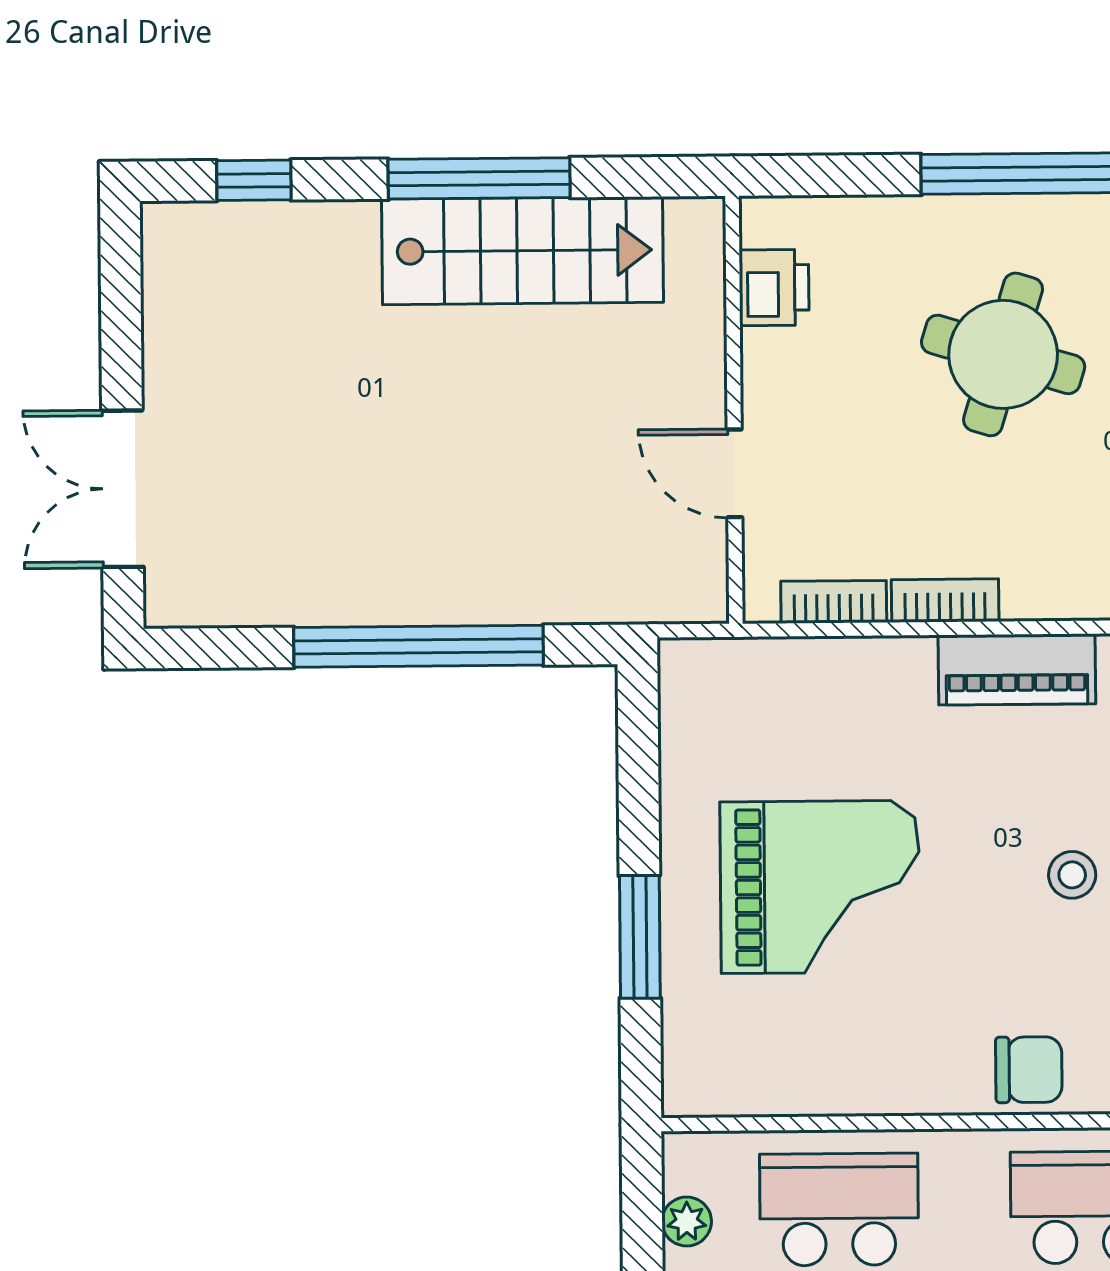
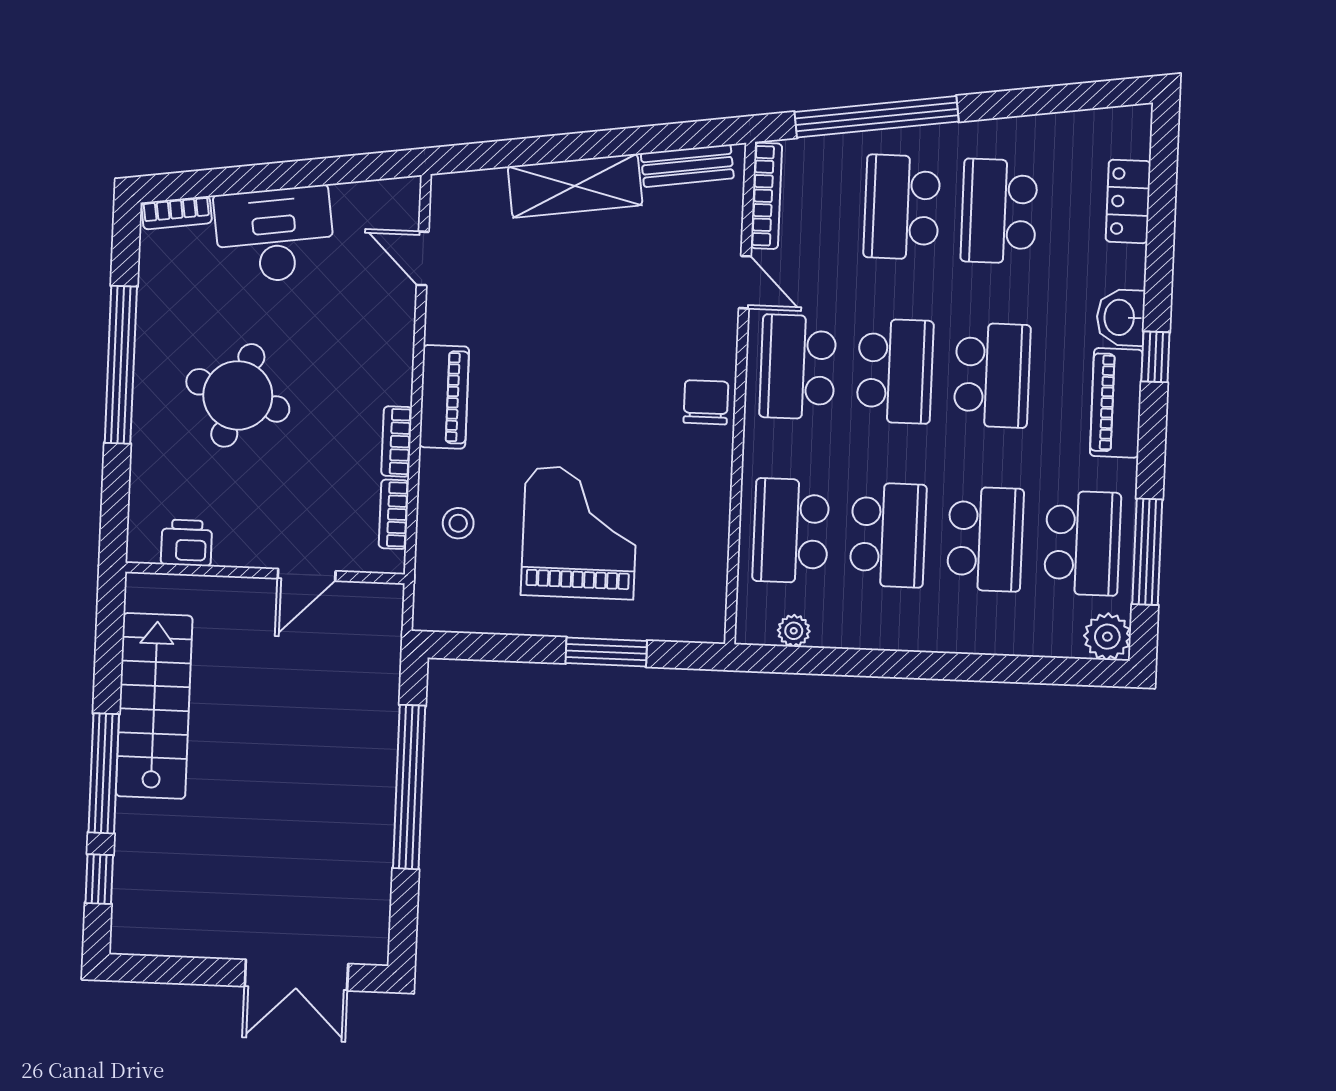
window: (479, 178) -> (104, 773), moved
stool: (1072, 875) -> (458, 523), moved

